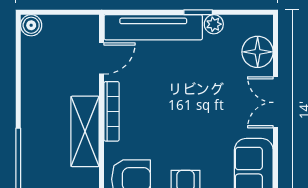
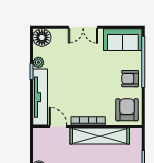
floor lamp: (258, 52) -> (42, 37), moved
shelving: (85, 131) -> (100, 136), width x1.47

